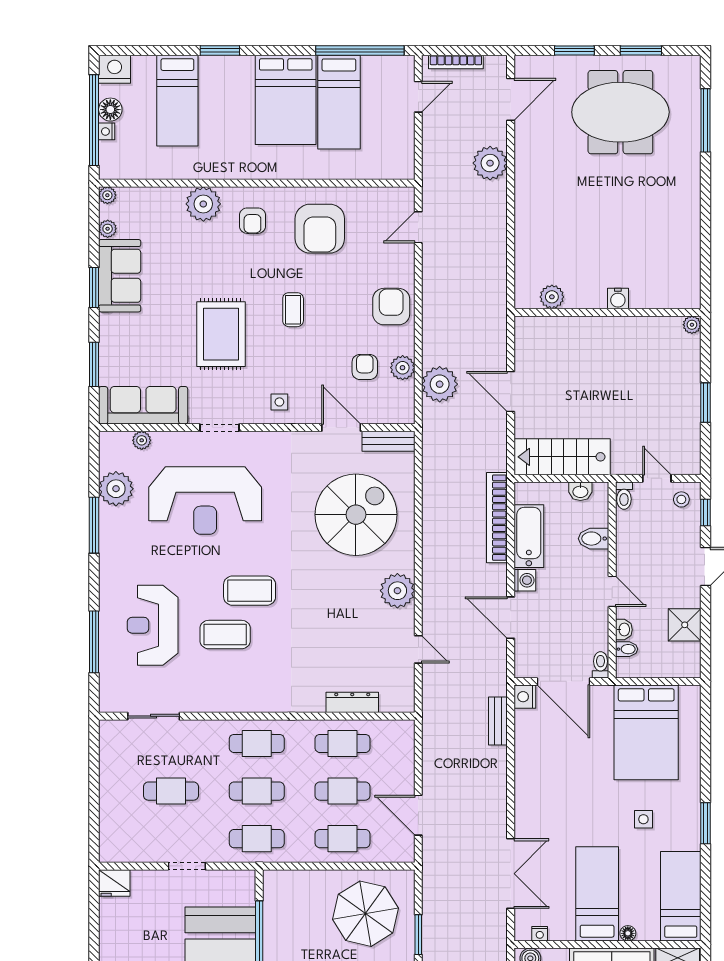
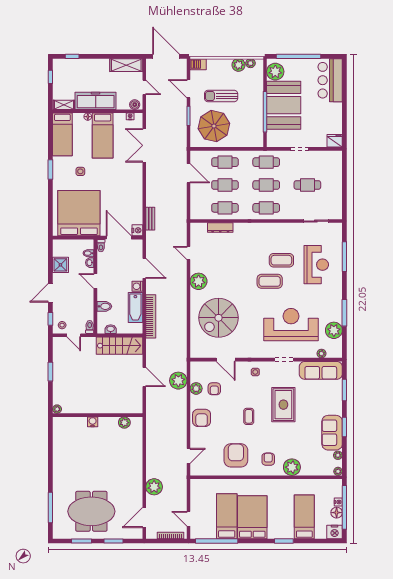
door: (418, 97) -> (189, 519), hinge flipped
bench: (388, 441) -> (203, 353), removed
bed: (646, 732) -> (79, 213), width x1.36

